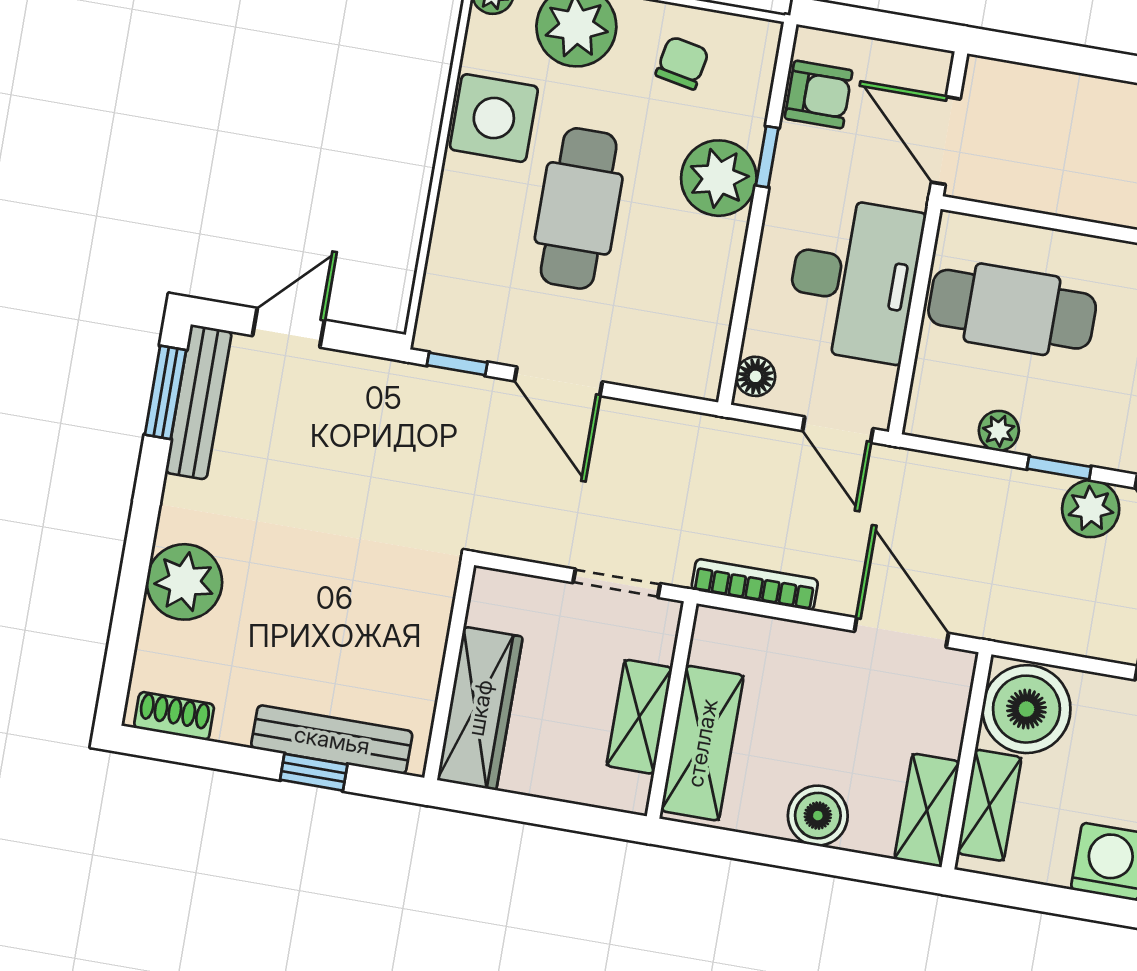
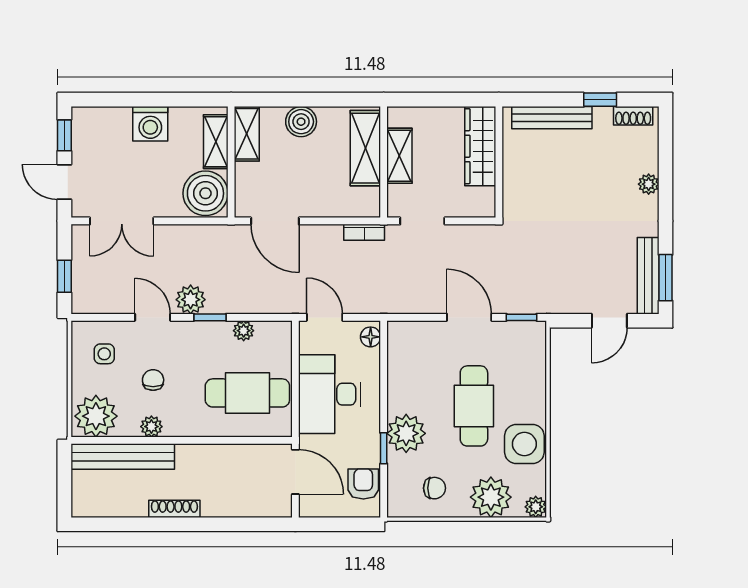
chair: (682, 63) -> (435, 488), turned -101
armchair: (819, 95) -> (363, 484), turned 90
plant: (184, 582) -> (649, 184), width x0.53, depth x0.53
bookcase: (755, 585) -> (364, 232), width x0.64
window: (314, 772) -> (600, 100), moved

